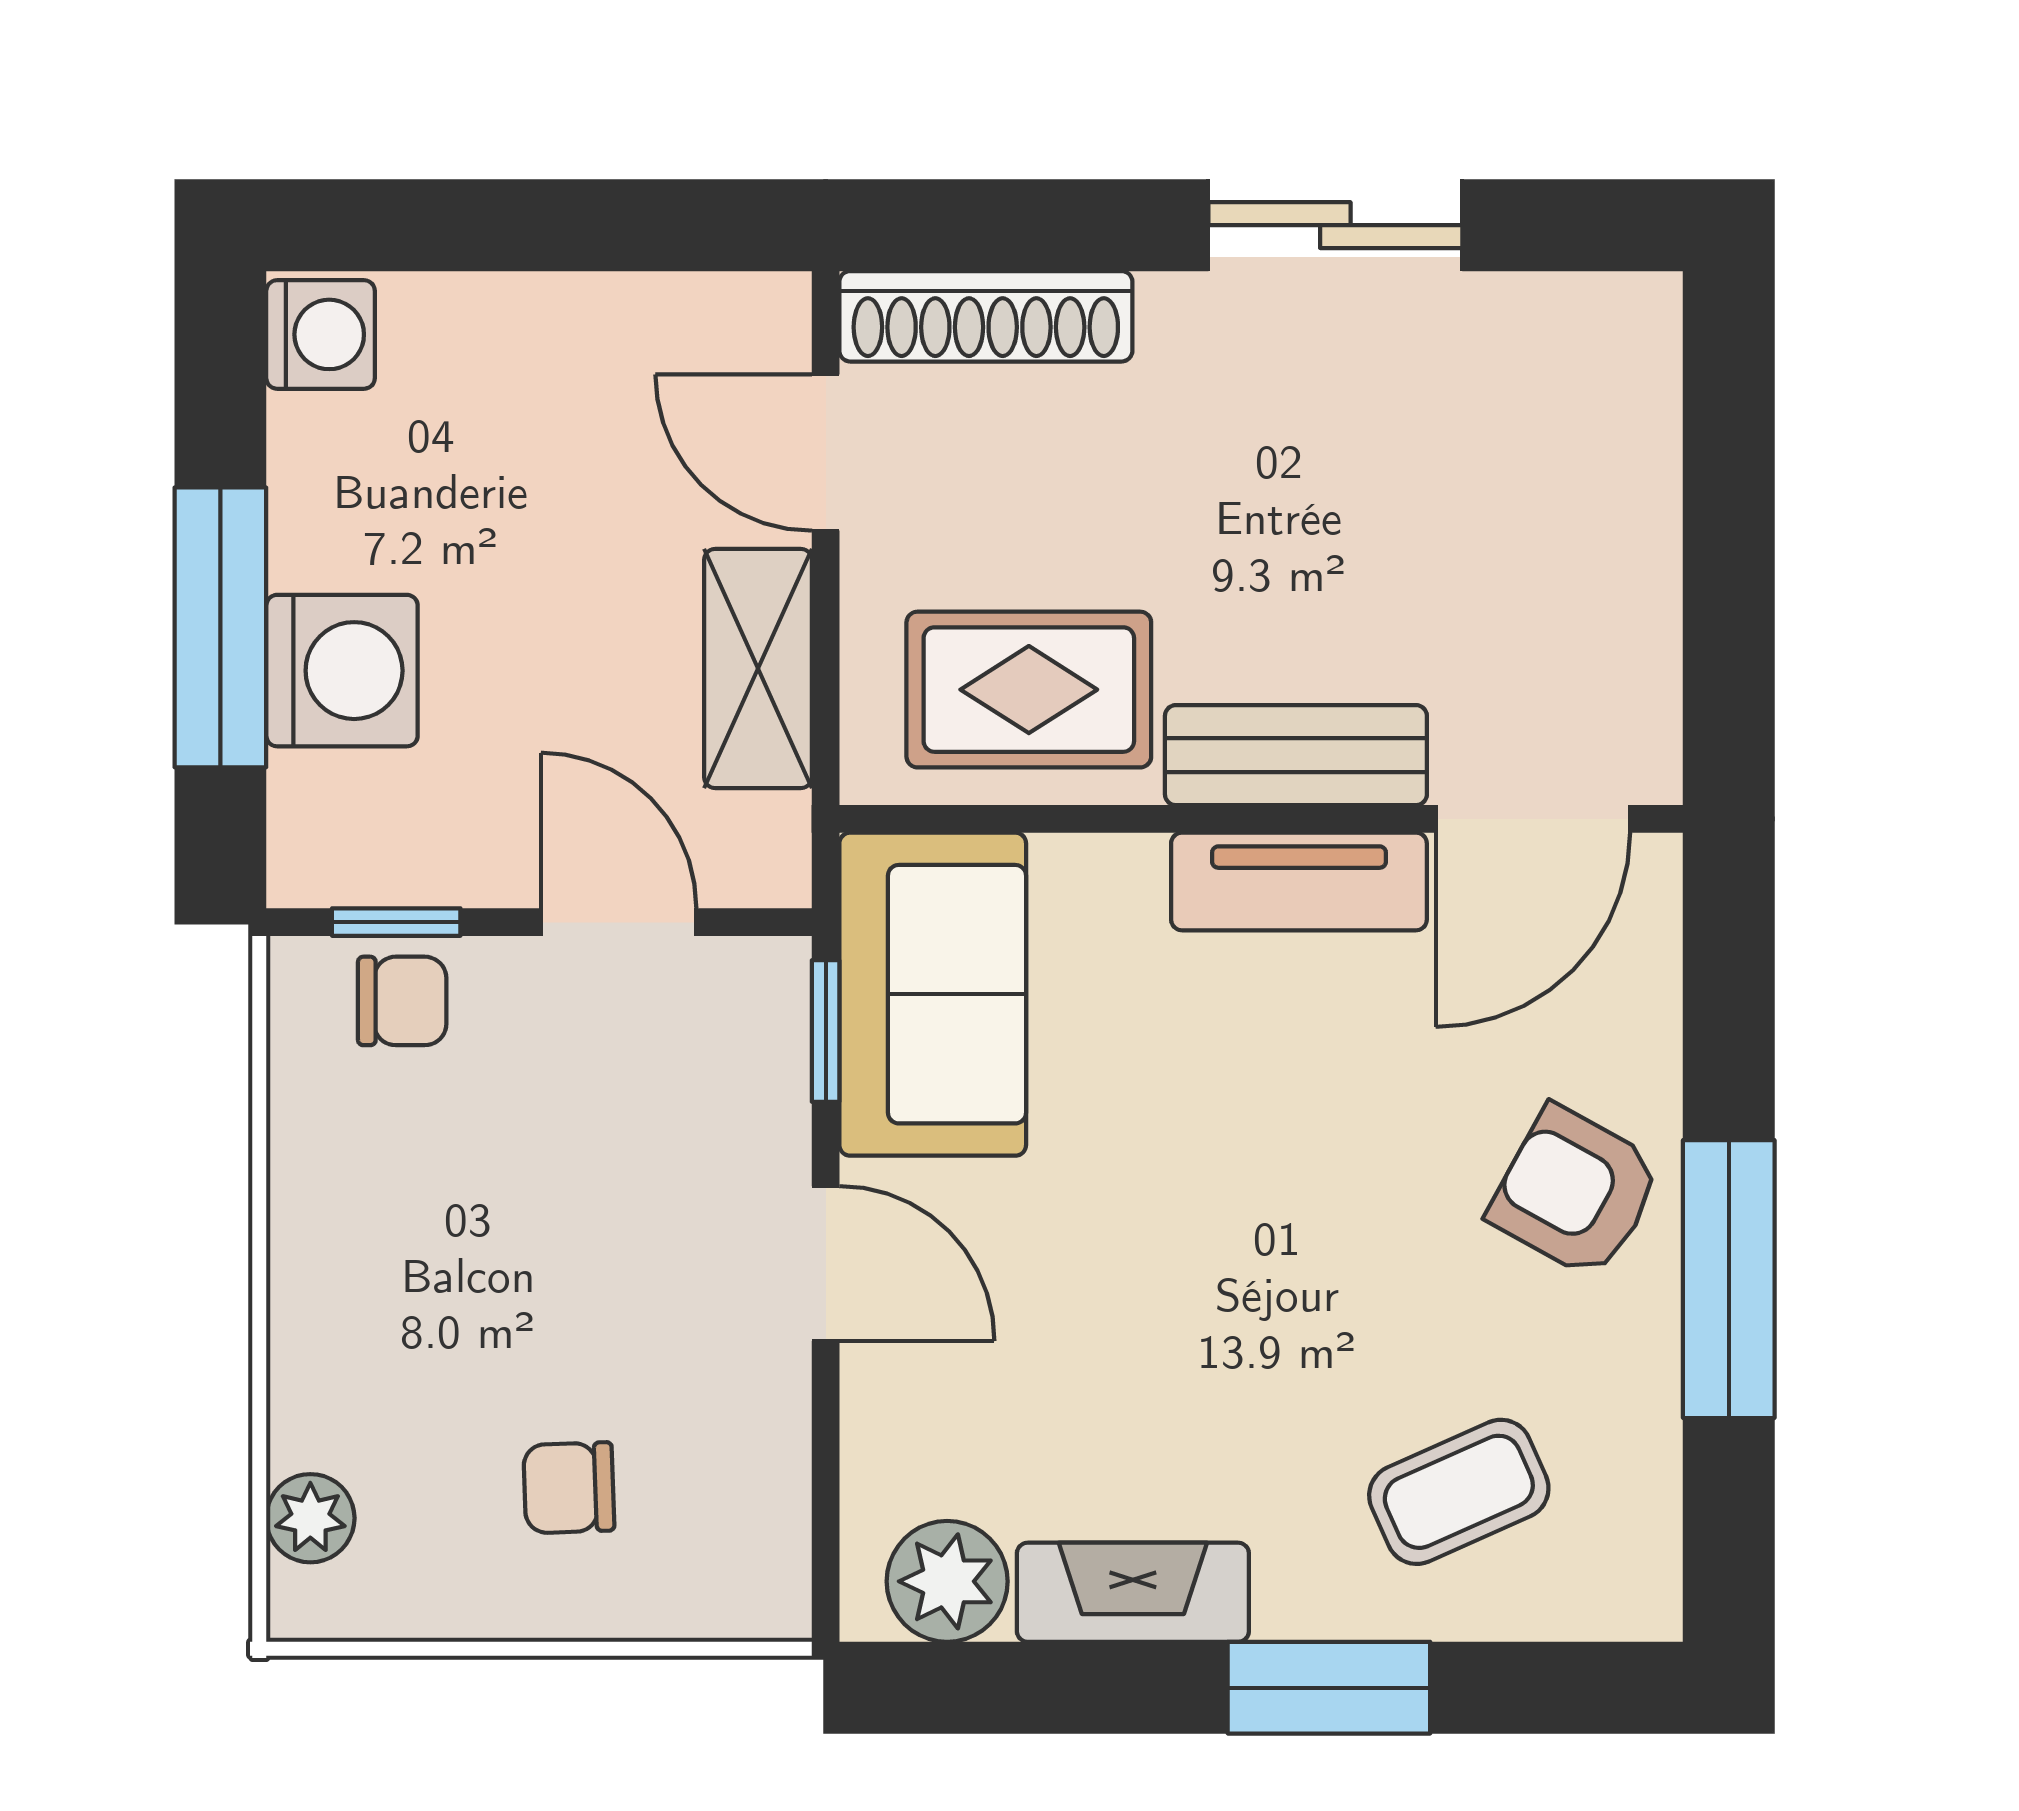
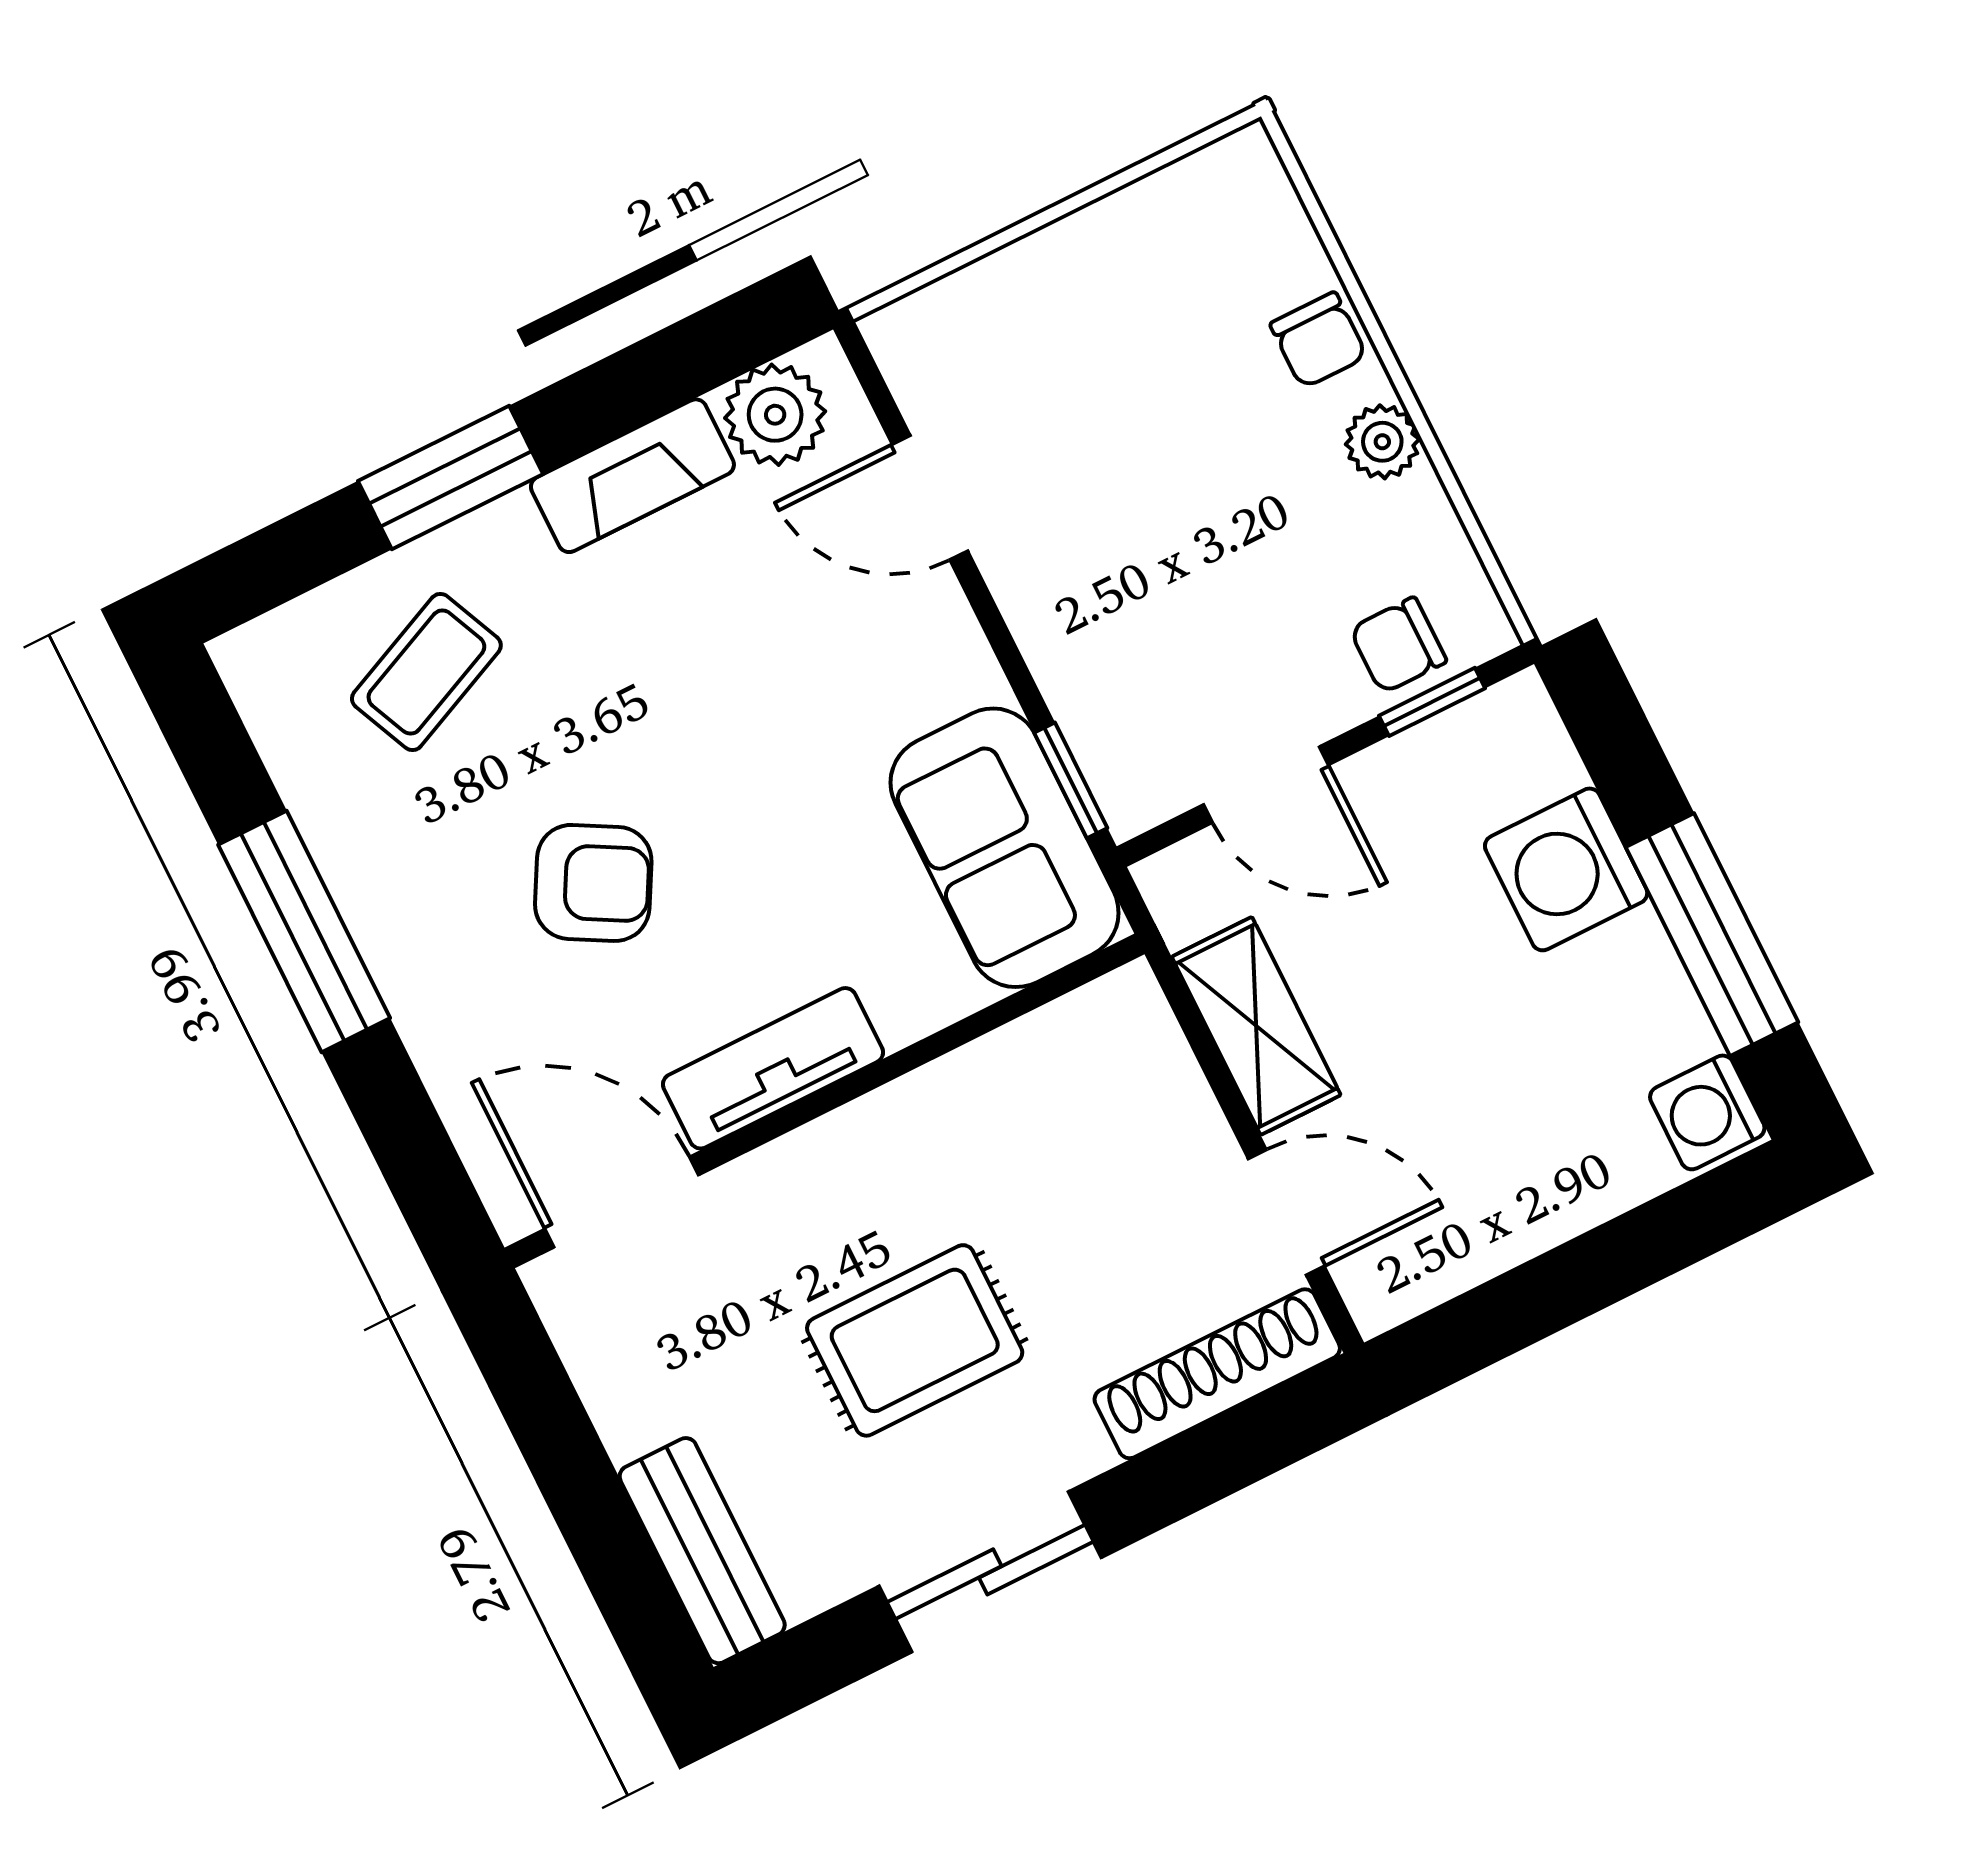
window: (220, 627) -> (1712, 935), moved
rug: (1029, 690) -> (915, 1340), moved
bench: (1296, 755) -> (702, 1551), moved, turned 90
door: (1533, 819) -> (622, 1202), hinge flipped
armchair: (1575, 1192) -> (593, 883), moved
door: (826, 1264) -> (930, 498), moved
chair: (569, 1488) -> (1319, 340), moved, turned 92
plant: (310, 1518) -> (1382, 442), moved

